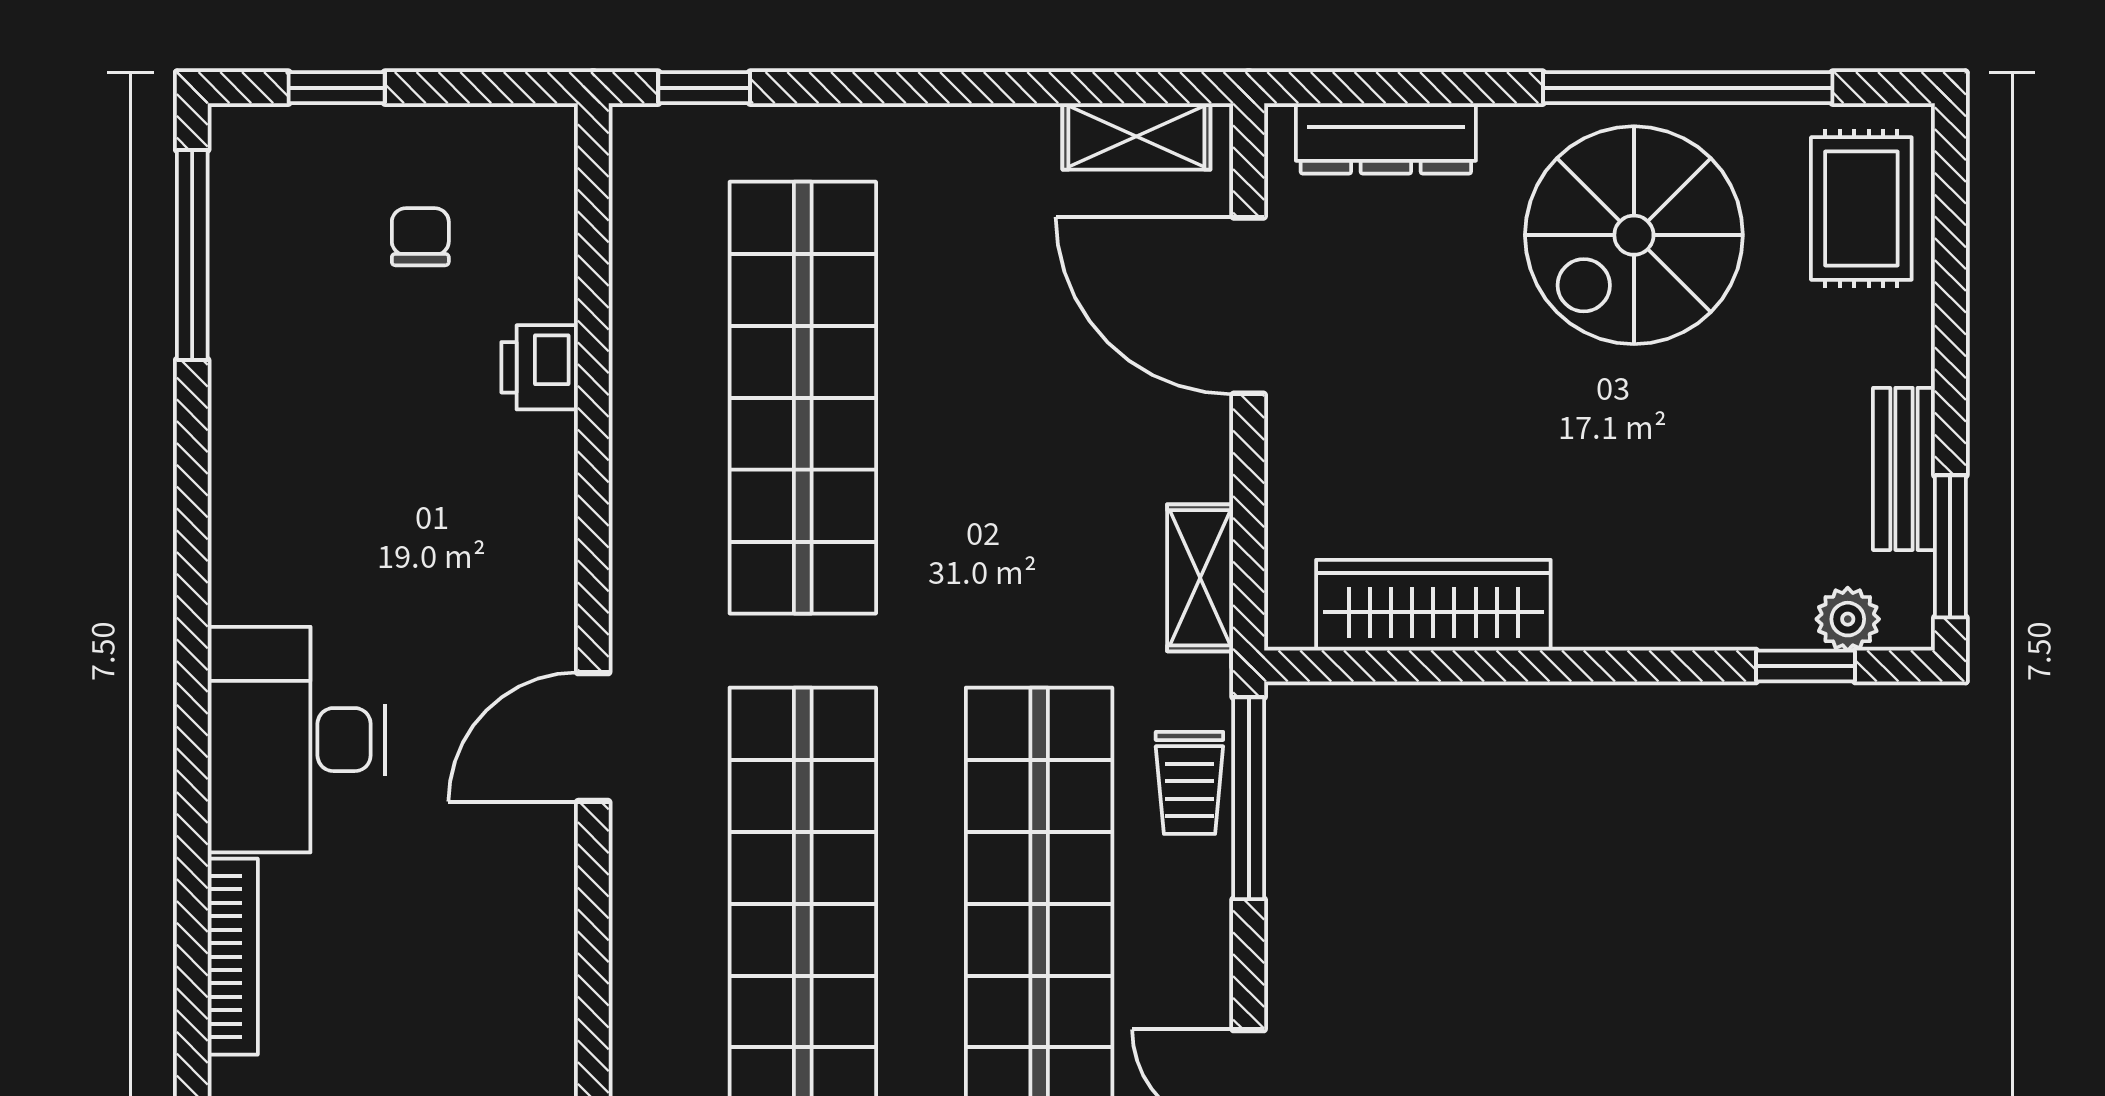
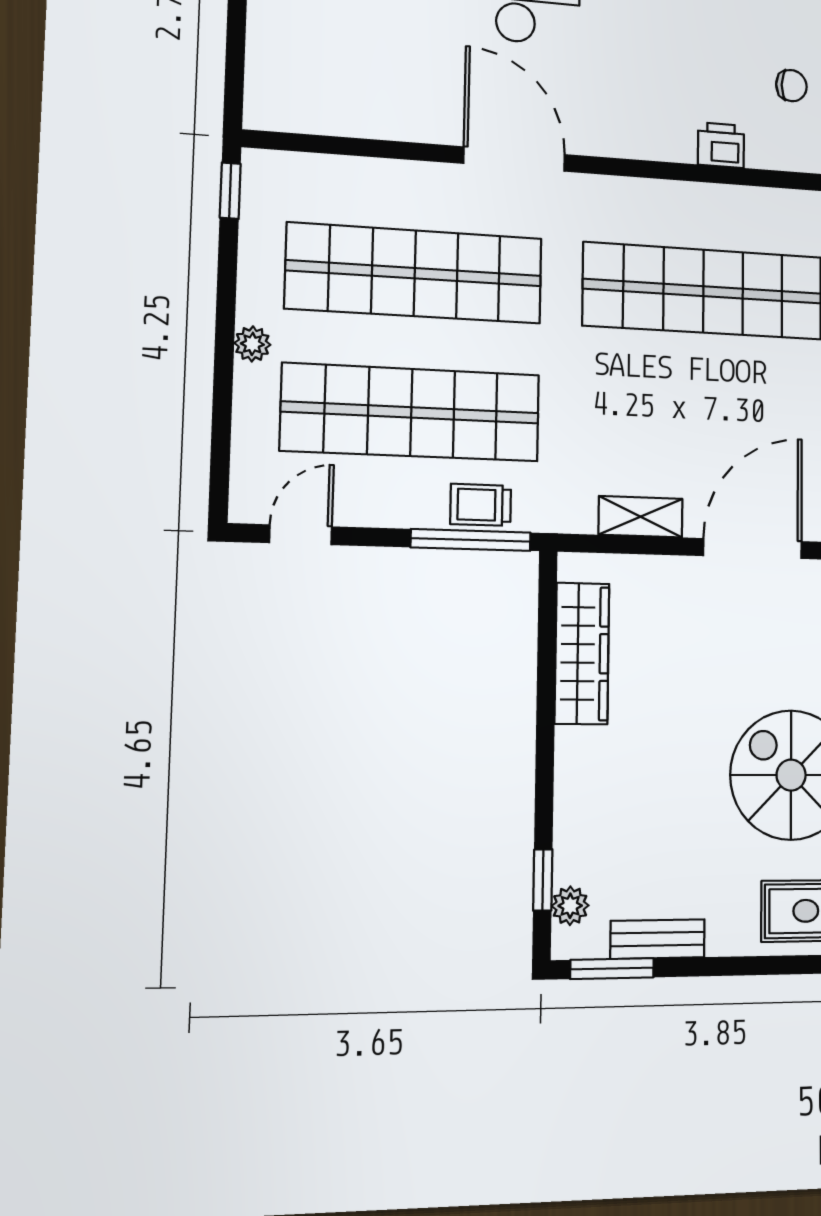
shelving: (1200, 578) -> (641, 517), moved
door: (593, 737) -> (514, 159), width x1.36

